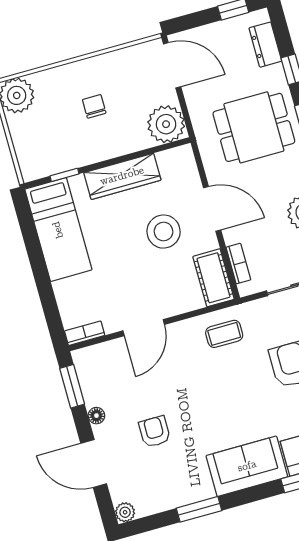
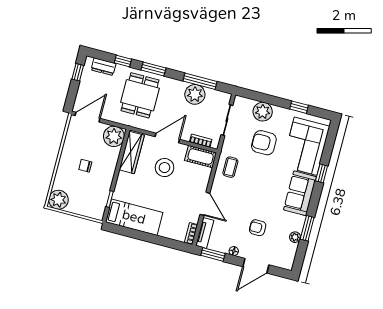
wardrobe: (122, 176) -> (132, 152), moved
tv unit: (98, 354) -> (205, 233), added
plant: (125, 512) -> (295, 237), moved

